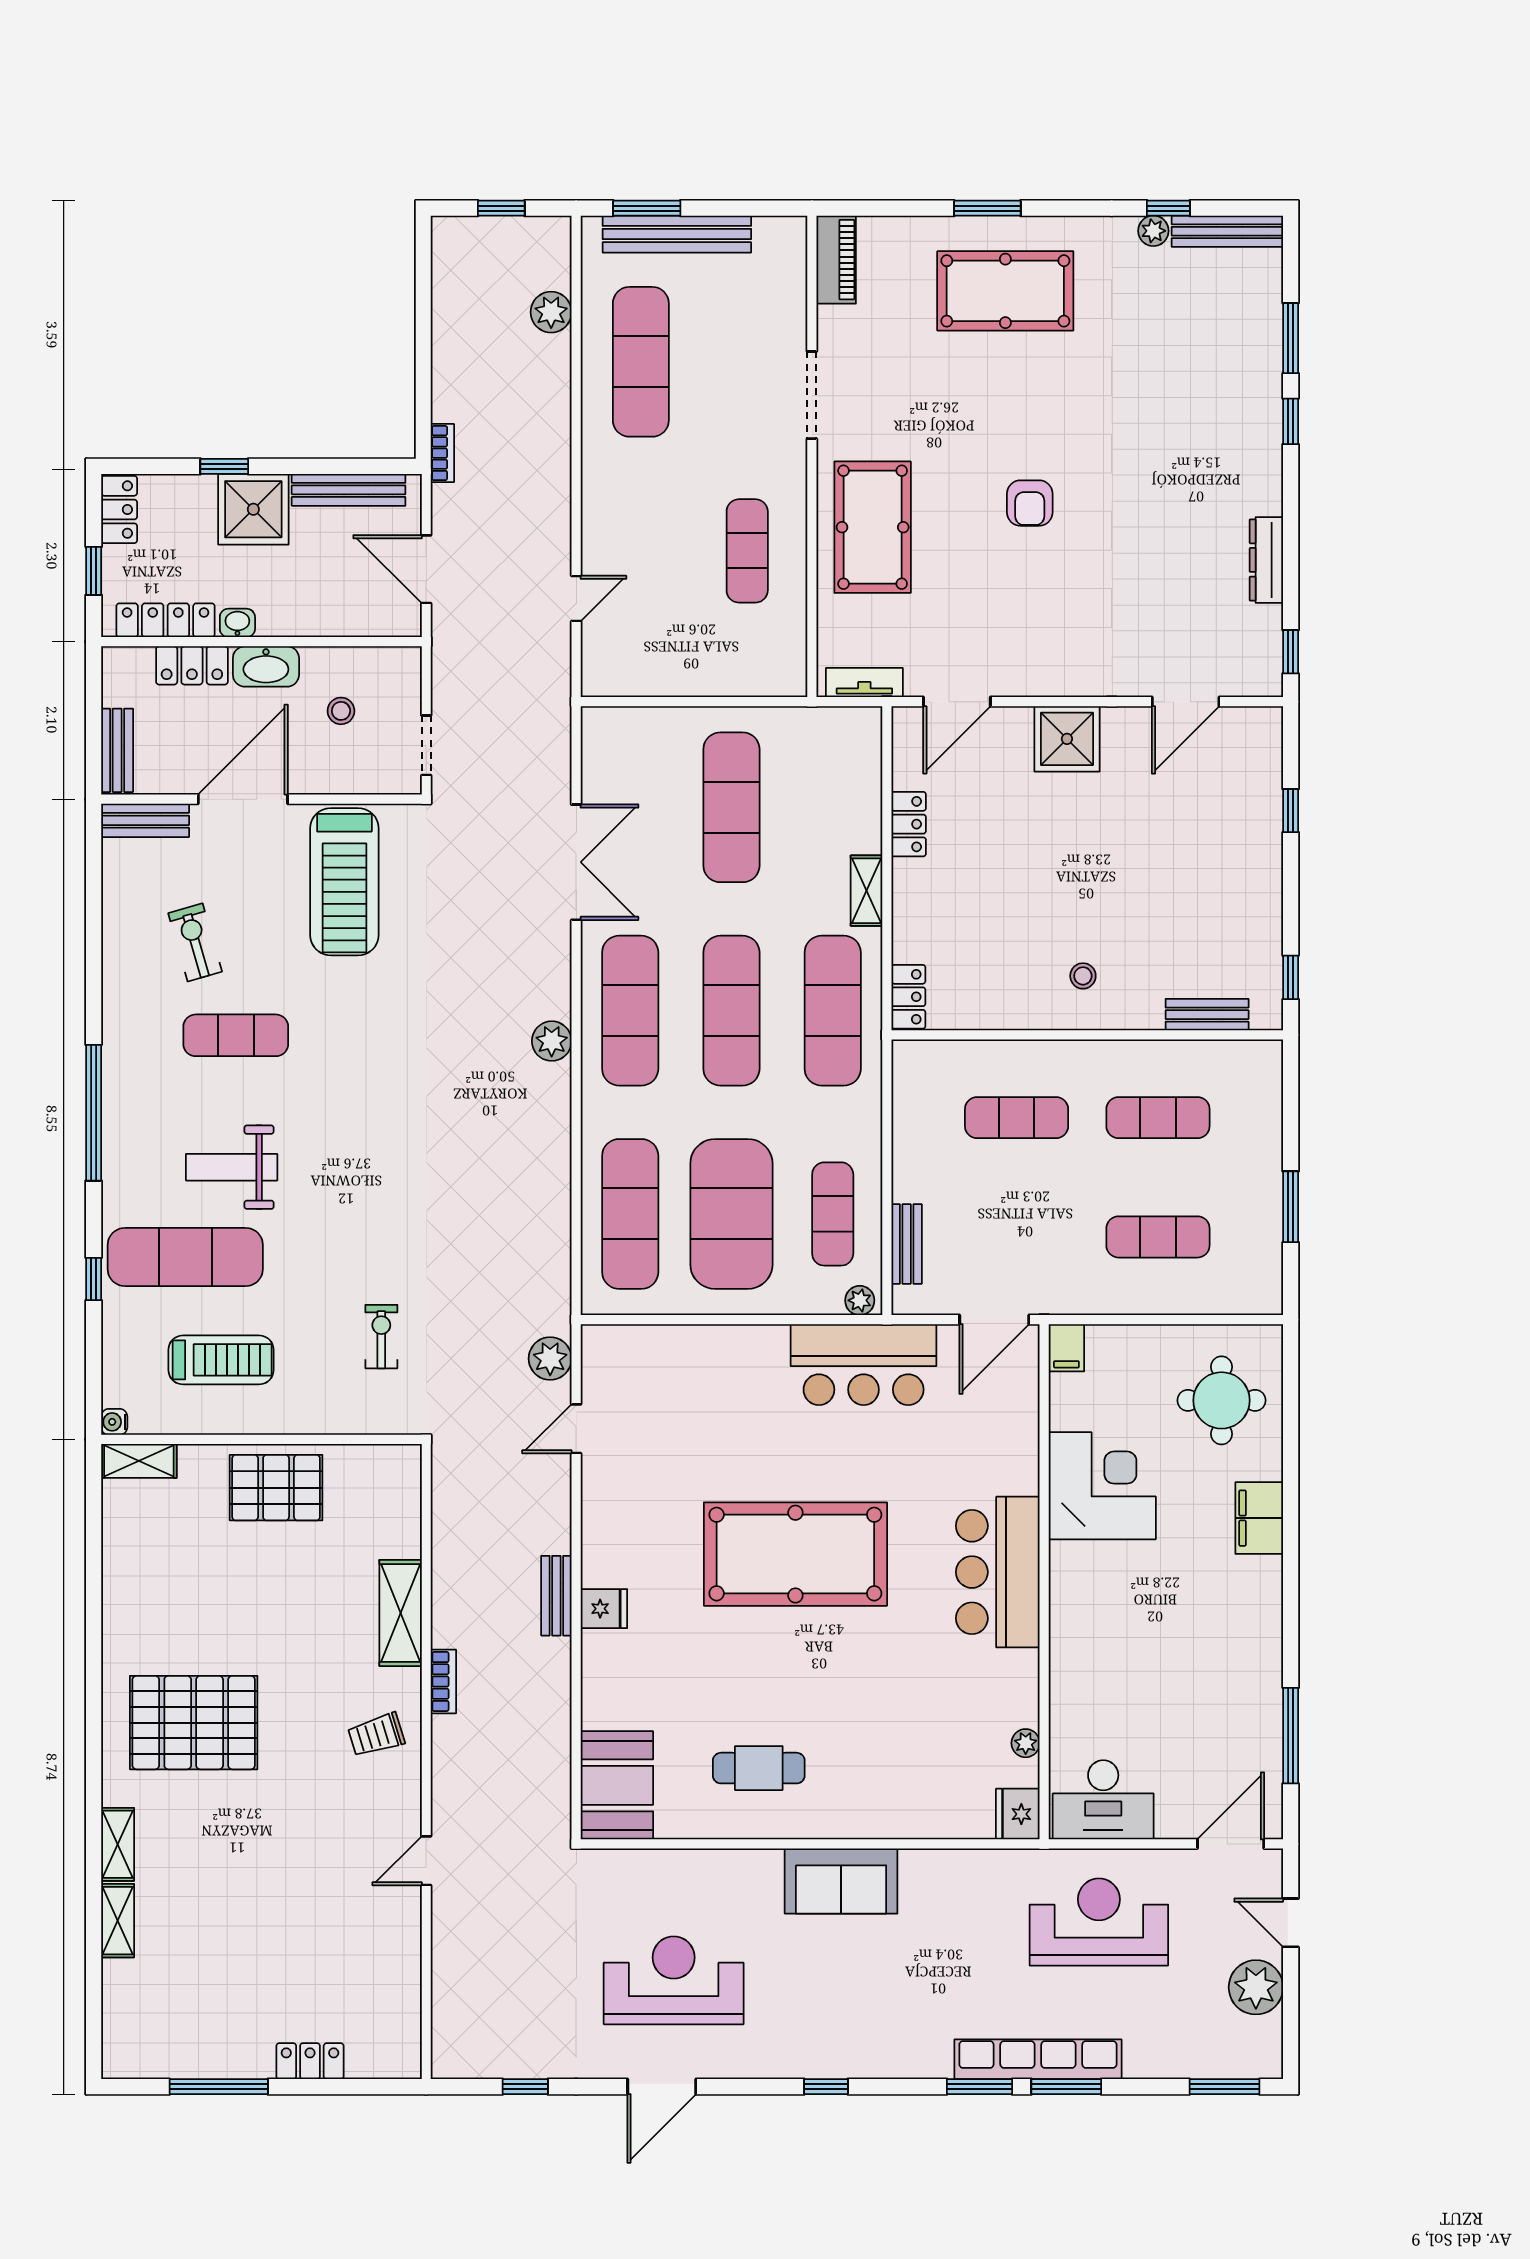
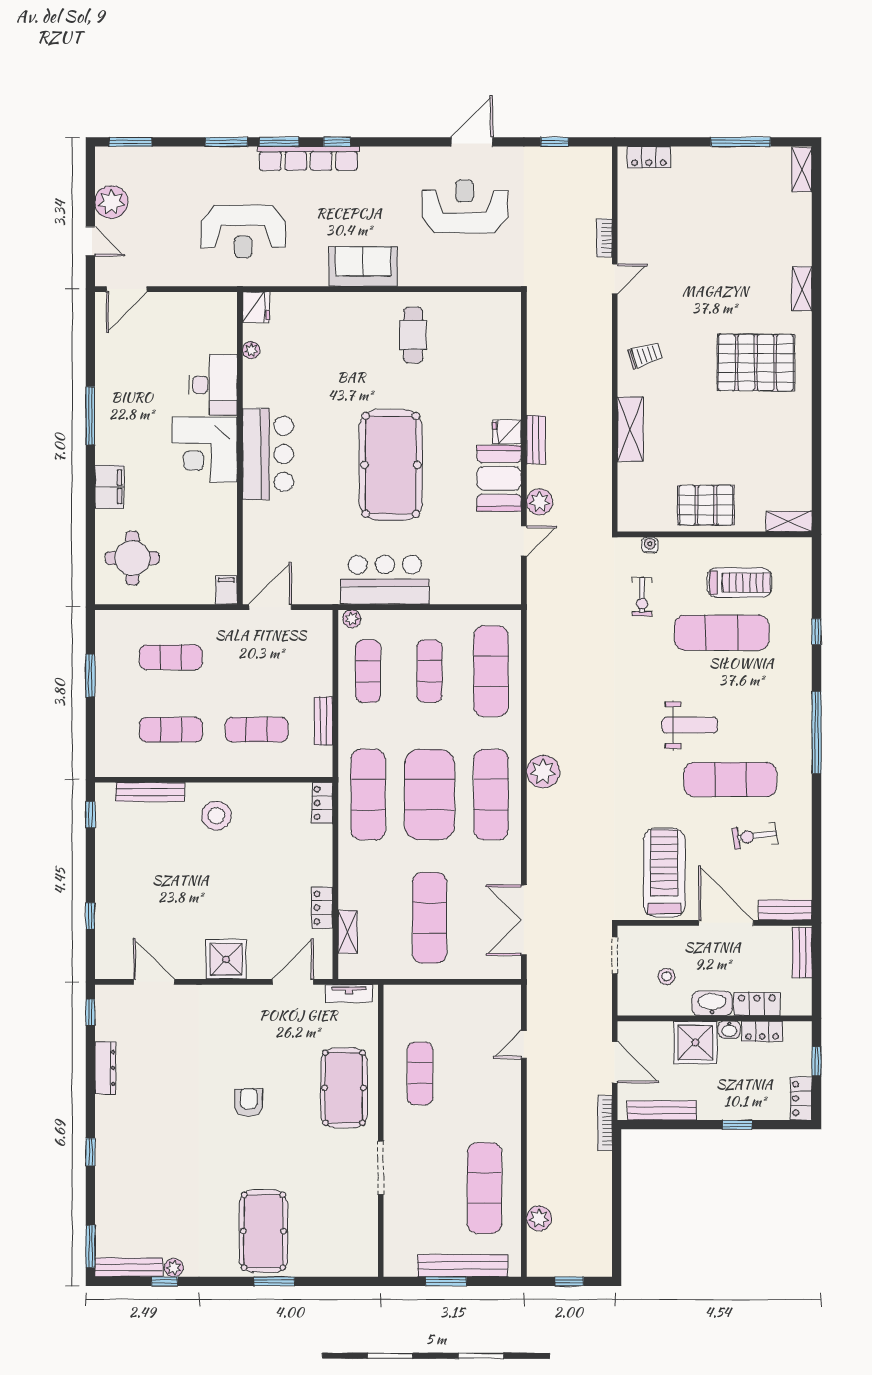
window: (647, 208) -> (446, 1281), moved
piano: (836, 260) -> (366, 1250), removed
pool table: (1005, 291) -> (263, 1231), turned 90
window: (1291, 338) -> (90, 1246), moved
bookcase: (442, 453) -> (605, 1123), width x1.56
shower: (253, 509) -> (695, 1042), moved
locker: (166, 620) -> (762, 1031), width x0.66
door: (1186, 702) -> (154, 982), hinge flipped
door: (243, 799) -> (726, 923), swing flipped
double door: (576, 862) -> (524, 920), moved
shelving: (867, 891) -> (348, 932), moved
exercise bike: (195, 942) -> (755, 836), turned 98
stool: (1083, 976) -> (216, 816), width x1.89, depth x1.89
exercise mat: (731, 1011) -> (430, 795), width x1.47
bench: (1207, 1015) -> (150, 792), width x1.36
exercise mat: (236, 1035) -> (730, 780), width x1.36, depth x1.45
plant: (552, 1041) -> (543, 772), width x1.36, depth x1.36
weight bench: (232, 1167) -> (690, 725), moved
exercise mat: (731, 1214) -> (430, 671), width x0.50, depth x0.69
bench: (907, 1244) -> (323, 721), moved
exercise mat: (185, 1257) -> (722, 633), moved
plant: (550, 1359) -> (540, 502), moved
treadmill: (221, 1360) -> (739, 583), turned 180
bar counter: (864, 1365) -> (385, 580), moved
water cooler: (114, 1422) -> (650, 545), moved, turned -90
corner desk: (1102, 1486) -> (205, 450), moved
pool table: (795, 1554) -> (391, 465), turned 90
bookcase: (443, 1681) -> (604, 238), moved
window: (1291, 1736) -> (90, 416), moved
cafe table: (759, 1768) -> (413, 335), turned 90
booth: (617, 1785) -> (499, 478), moved
desk: (1103, 1800) -> (213, 385), moved, turned 90
shelving: (118, 1921) -> (802, 170), moved
reception desk: (1099, 1922) -> (243, 232), moved
reception desk: (674, 1980) -> (465, 206), turned 180
row of seats: (1038, 2059) -> (308, 158), moved
locker: (310, 2061) -> (649, 157), moved
window: (826, 2087) -> (337, 142), moved

